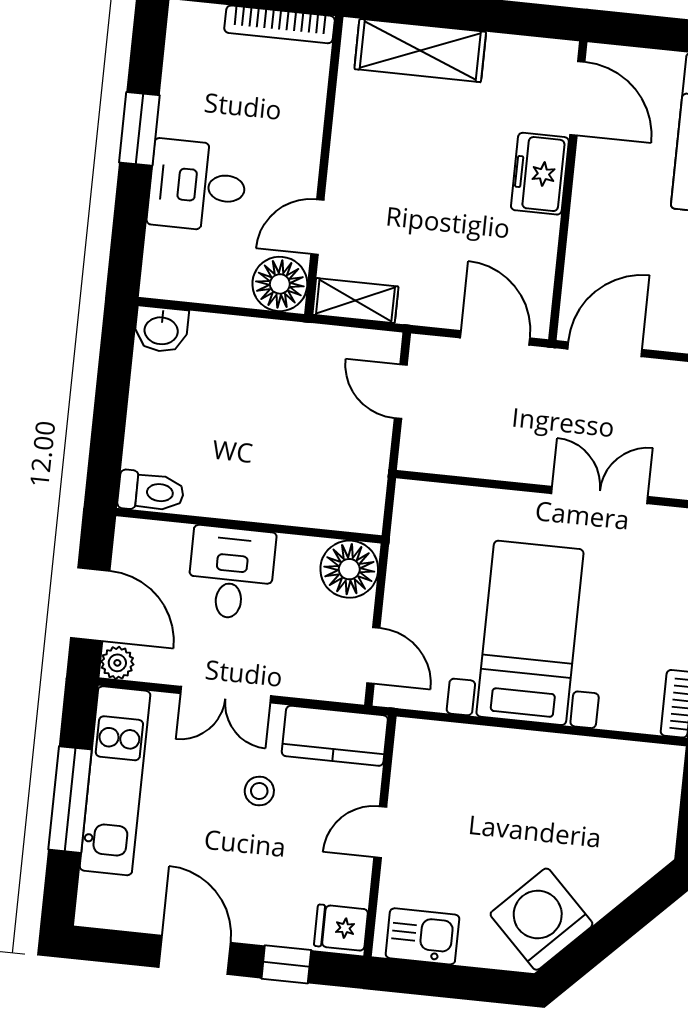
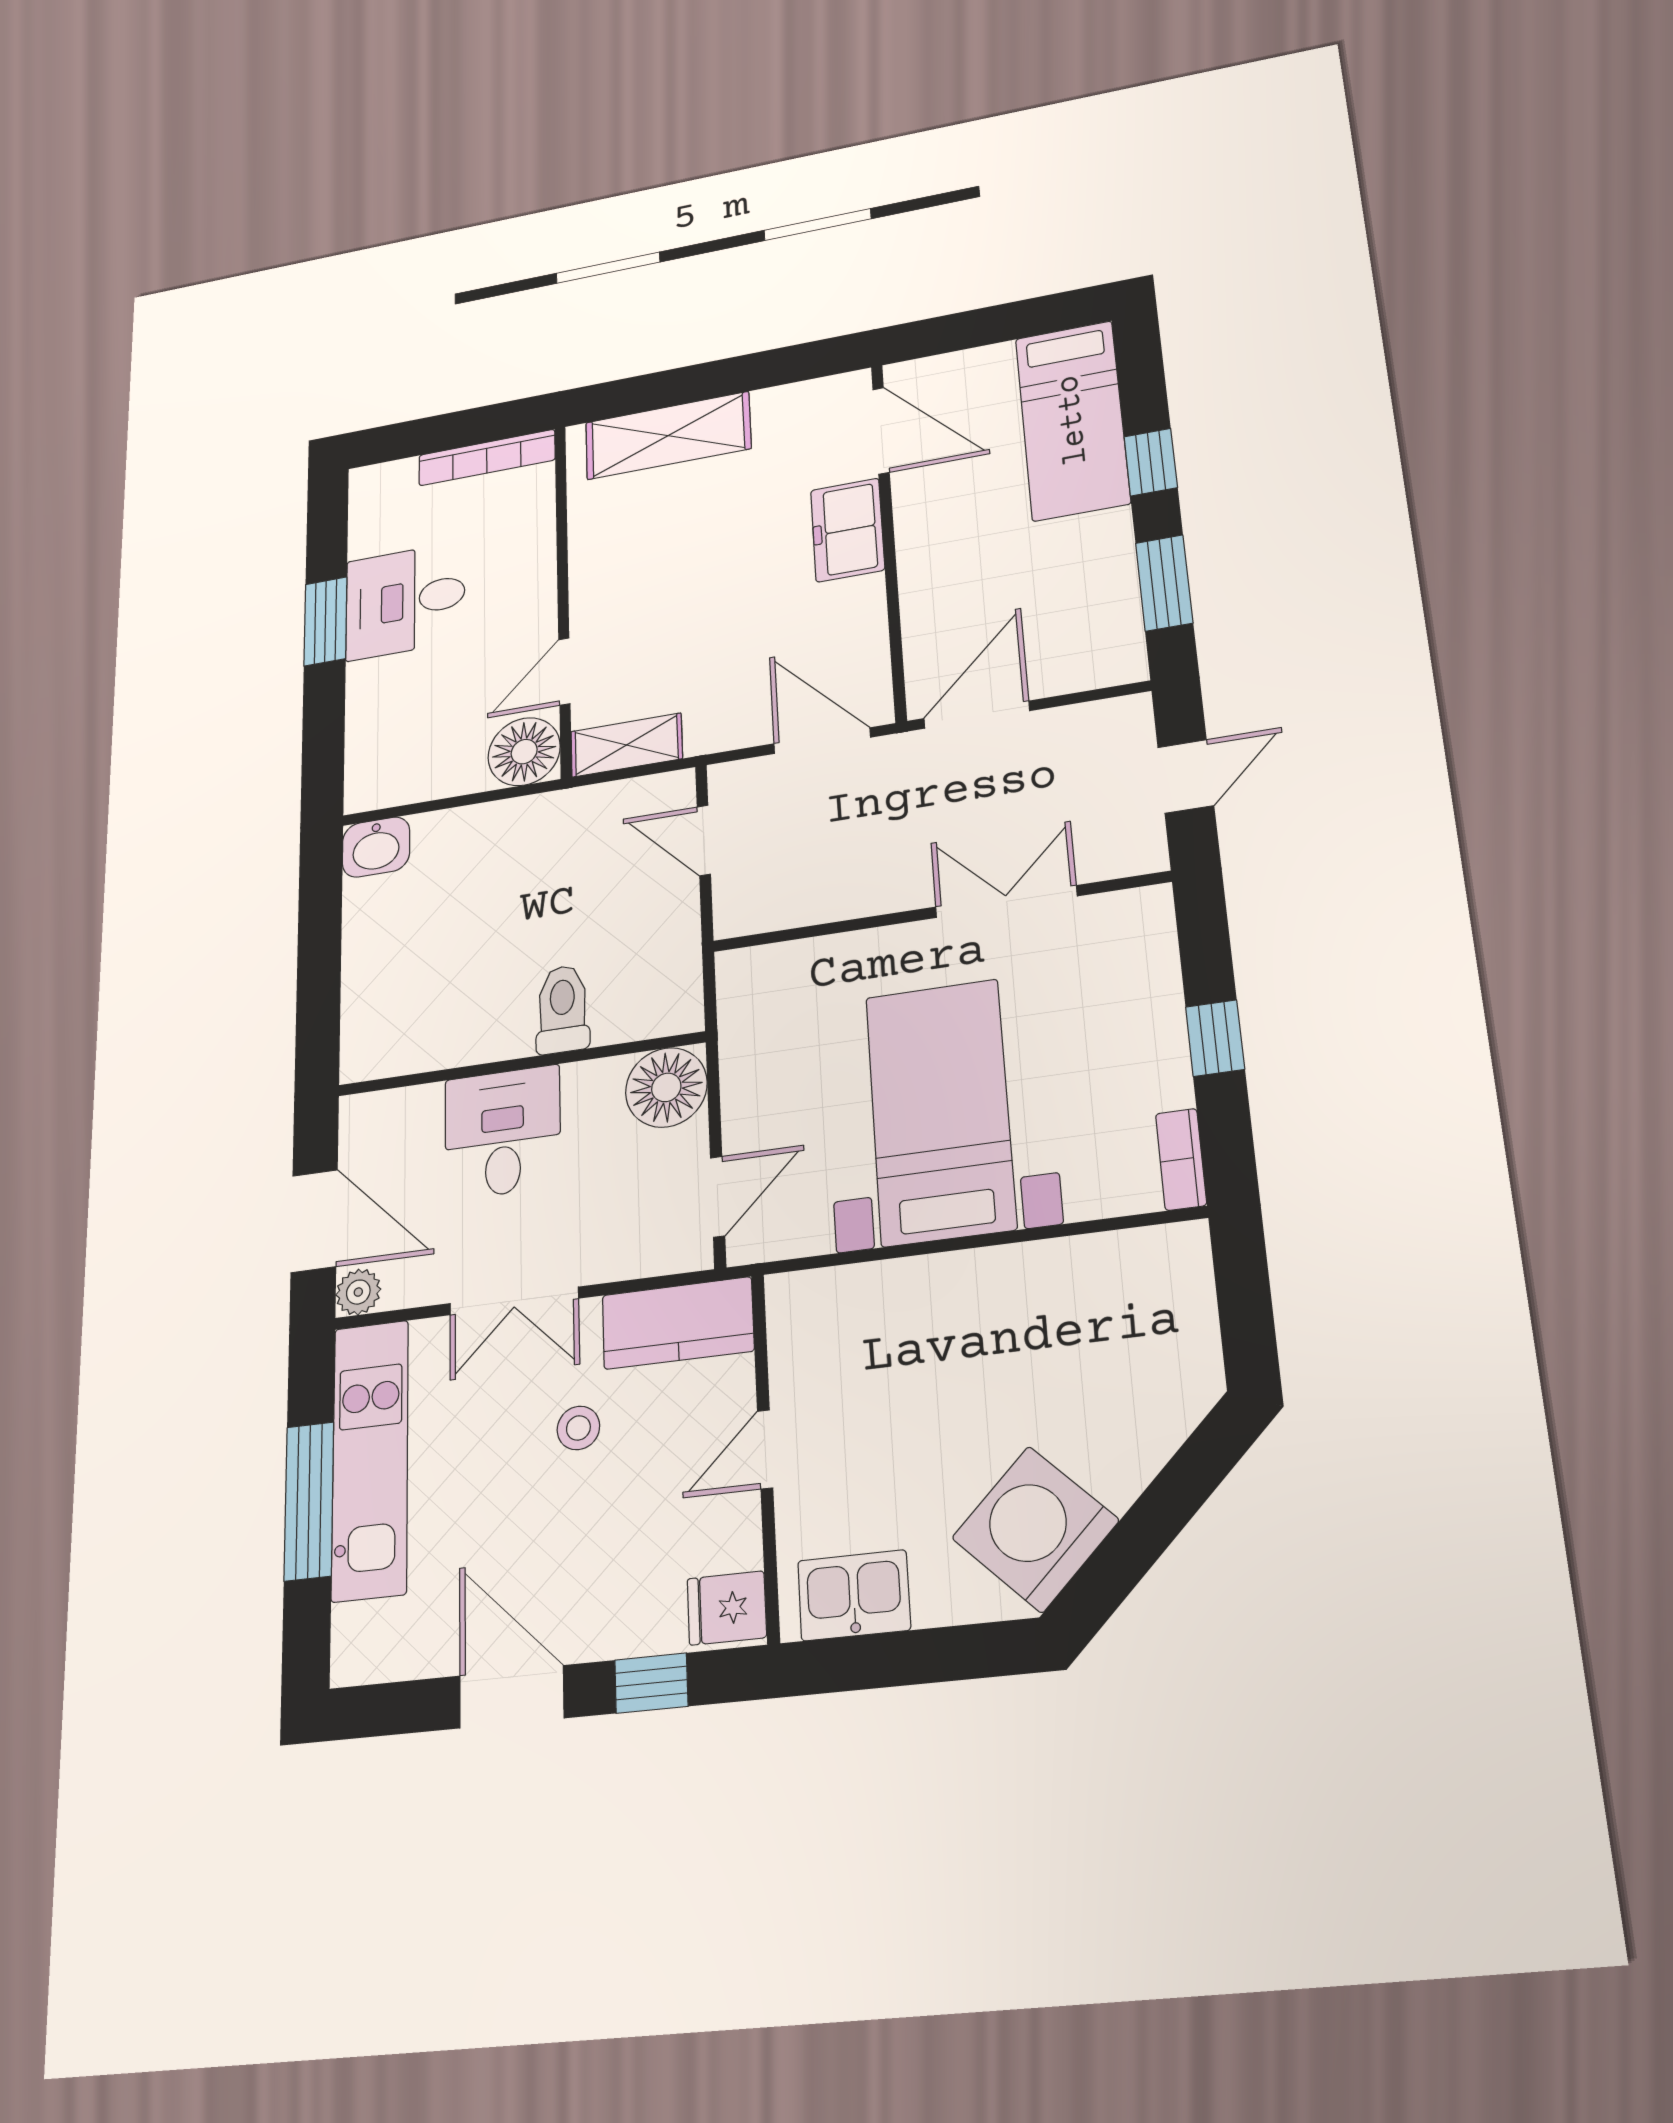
desk: (197, 186) -> (405, 601), moved
toilet: (151, 492) -> (562, 1009), moved, turned -90
door: (373, 655) -> (718, 1197), hinge flipped

